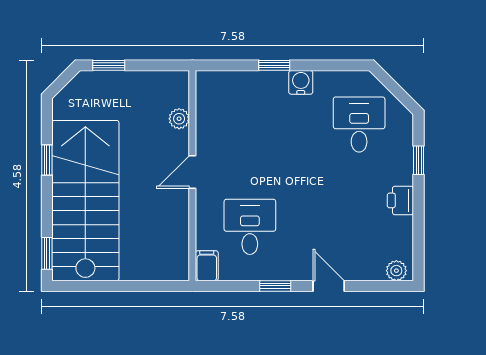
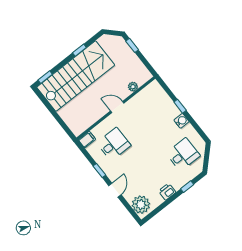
plant: (396, 271) -> (141, 205), width x1.88, depth x1.88

